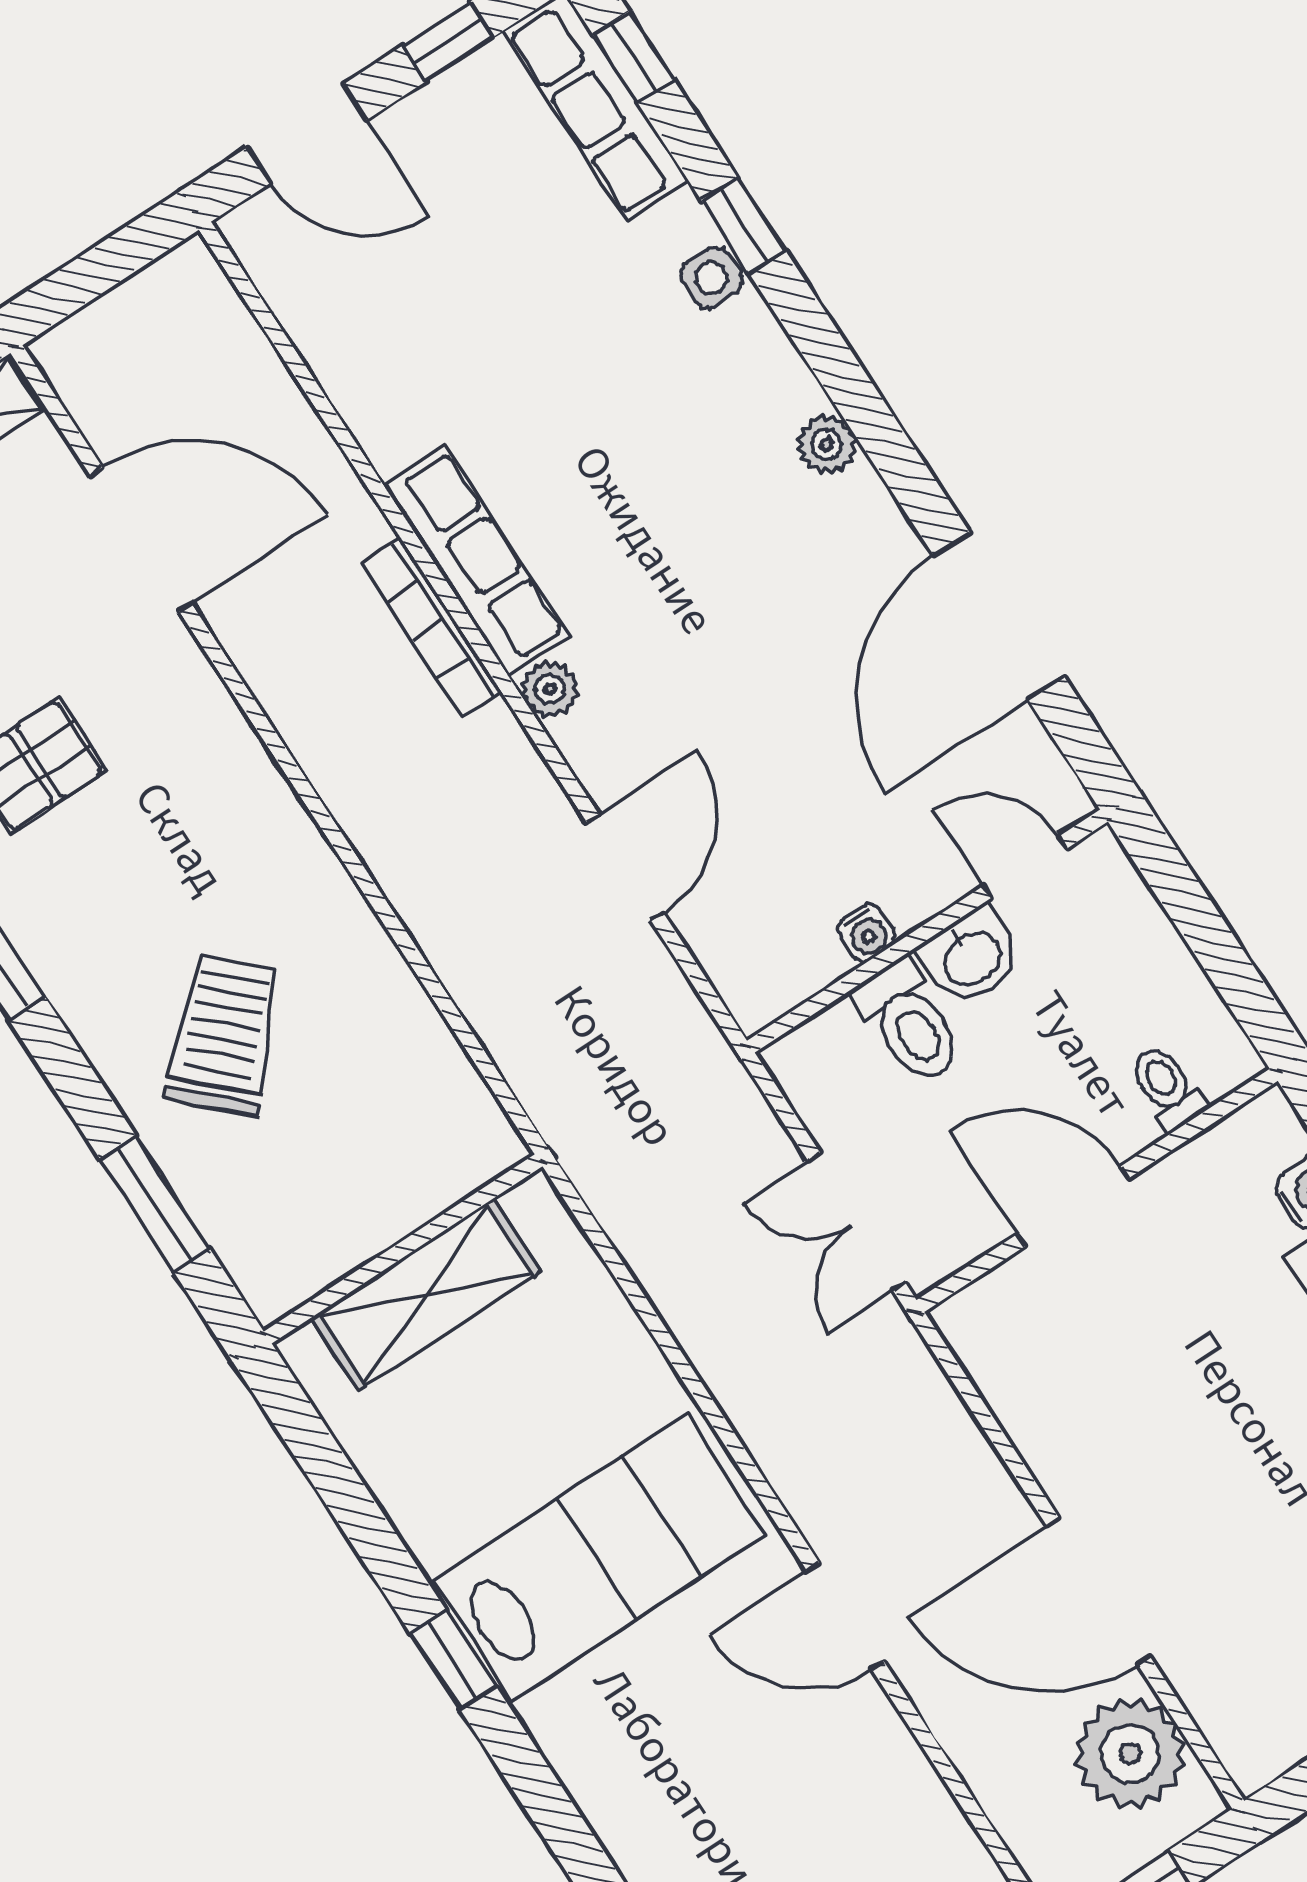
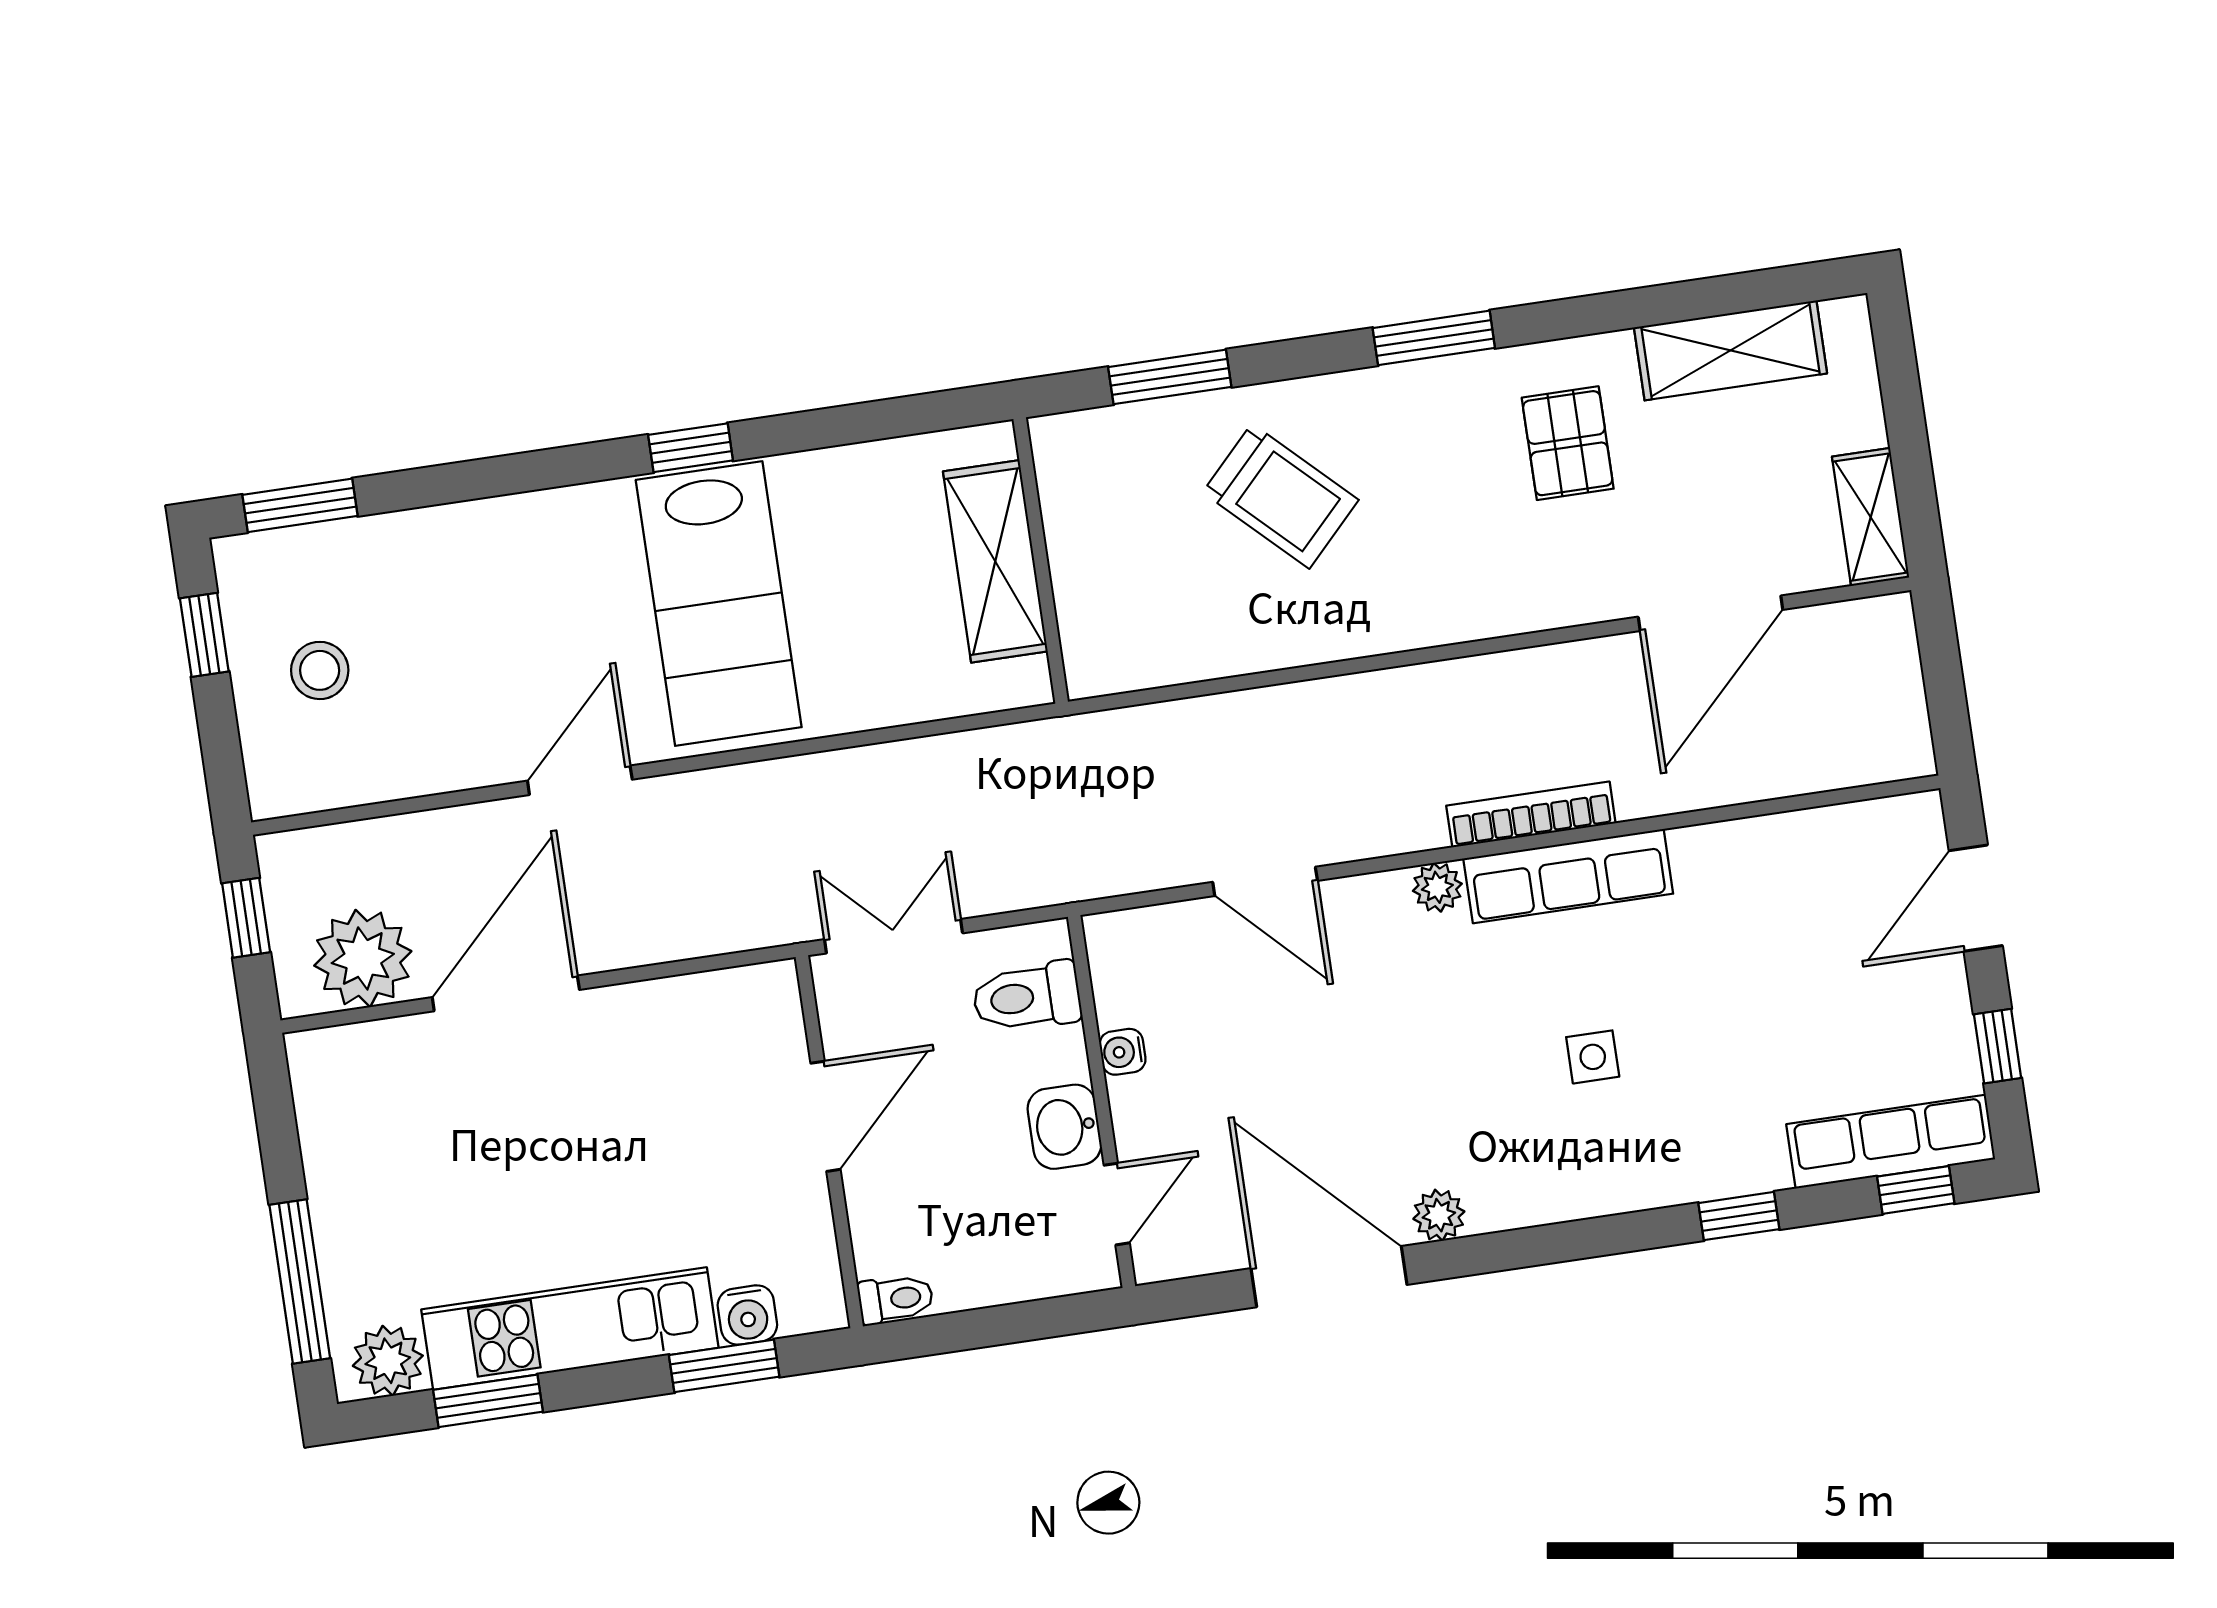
side table: (711, 278) -> (1593, 1057), moved
plant: (826, 444) -> (1439, 1215), moved
toilet: (909, 1022) -> (1027, 997), moved
toilet: (1167, 1087) -> (896, 1299), moved

